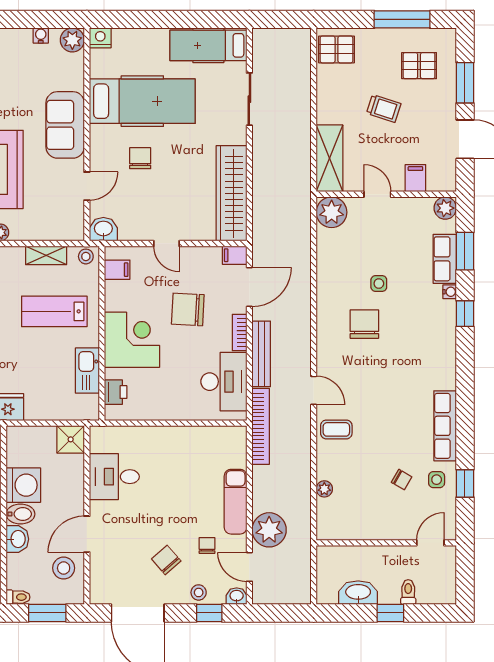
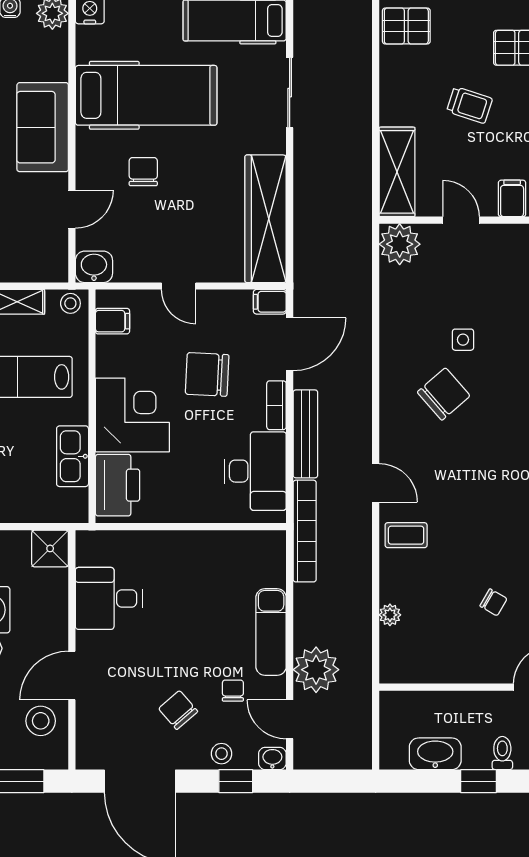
chair: (364, 324) -> (444, 394), turned 49
printer: (116, 392) -> (118, 485), width x1.87, depth x1.48

